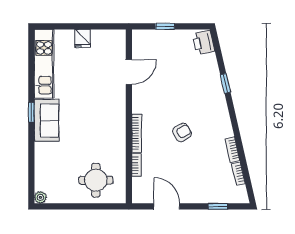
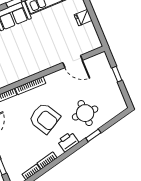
printer: (204, 43) -> (68, 142), moved
round table: (195, 82) -> (85, 113), added
armchair: (182, 132) -> (45, 118), width x1.88, depth x1.88

